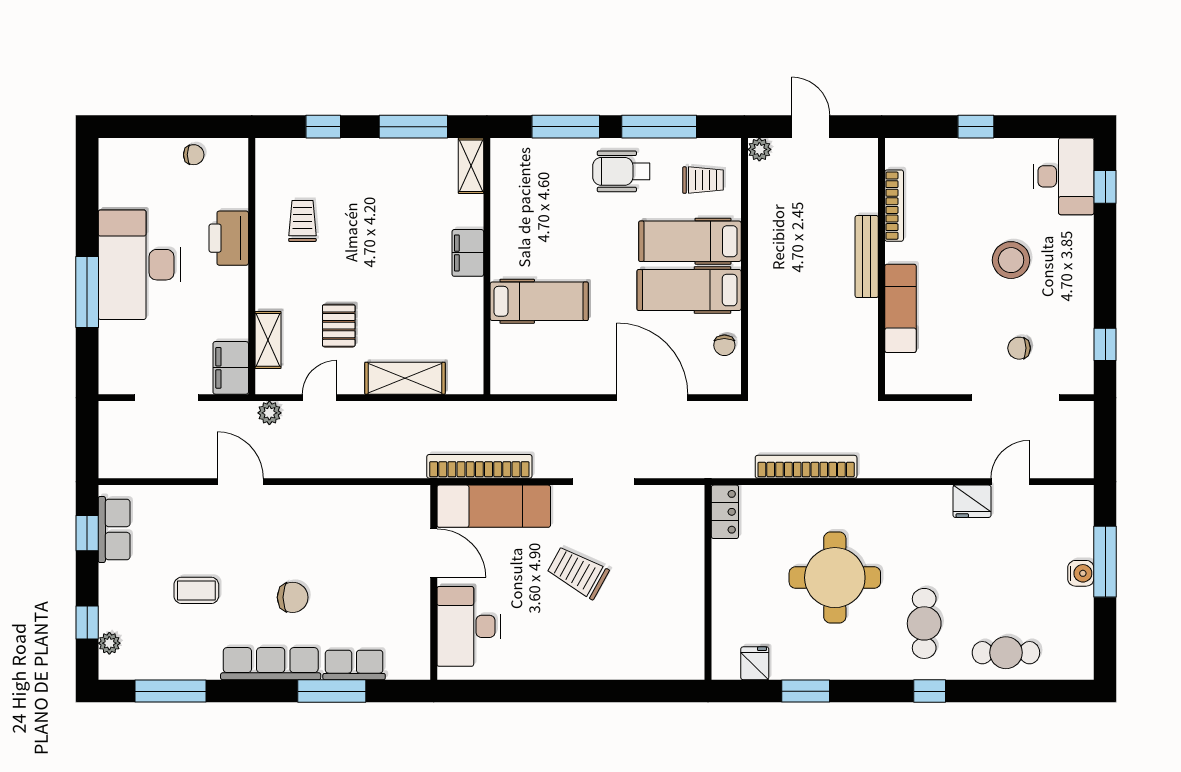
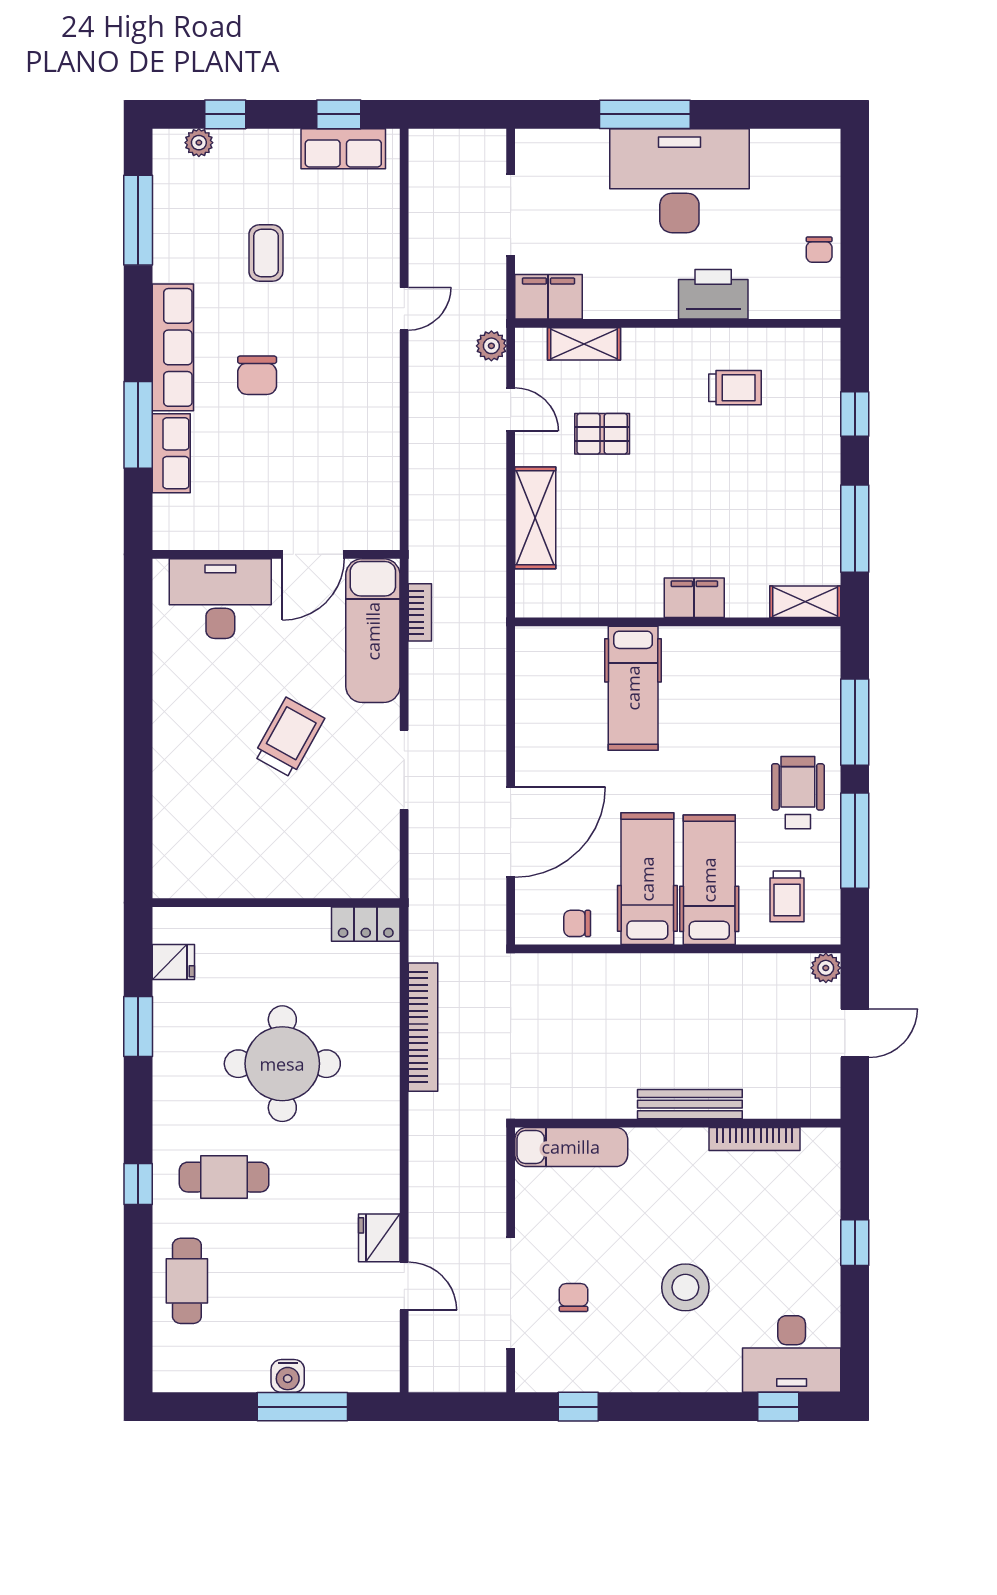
exam couch: (900, 308) -> (571, 1147), moved
bookcase: (479, 466) -> (420, 612), width x0.43, depth x0.76
door: (240, 482) -> (404, 309), width x0.73

